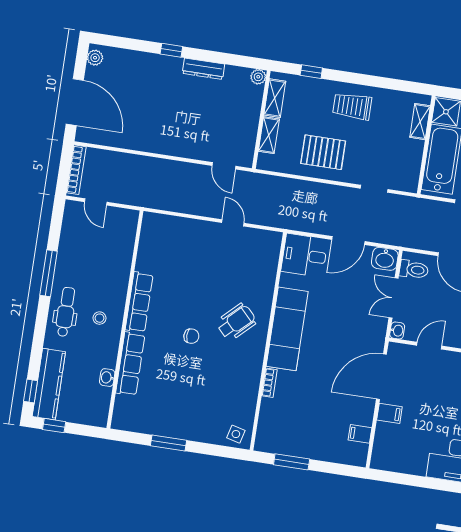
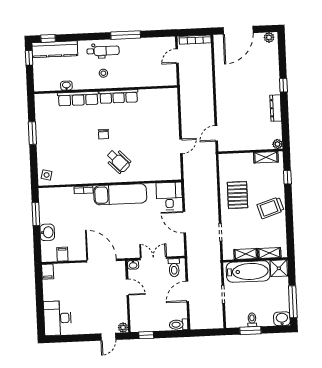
trolley: (352, 106) -> (271, 208), turned -108
shelving: (269, 135) -> (246, 254), moved
washbasin: (385, 259) -> (47, 232), moved, turned 180
filing cabinet: (389, 413) -> (48, 272), moved

